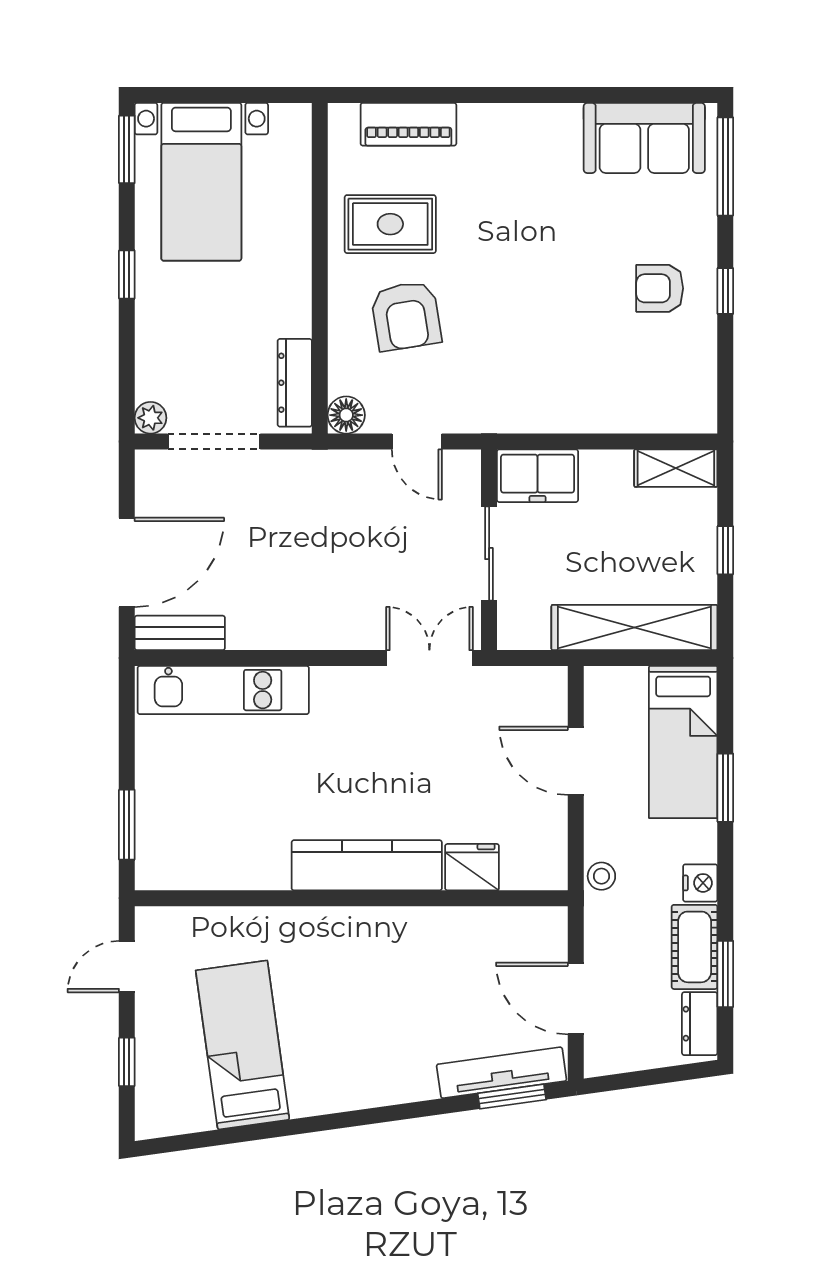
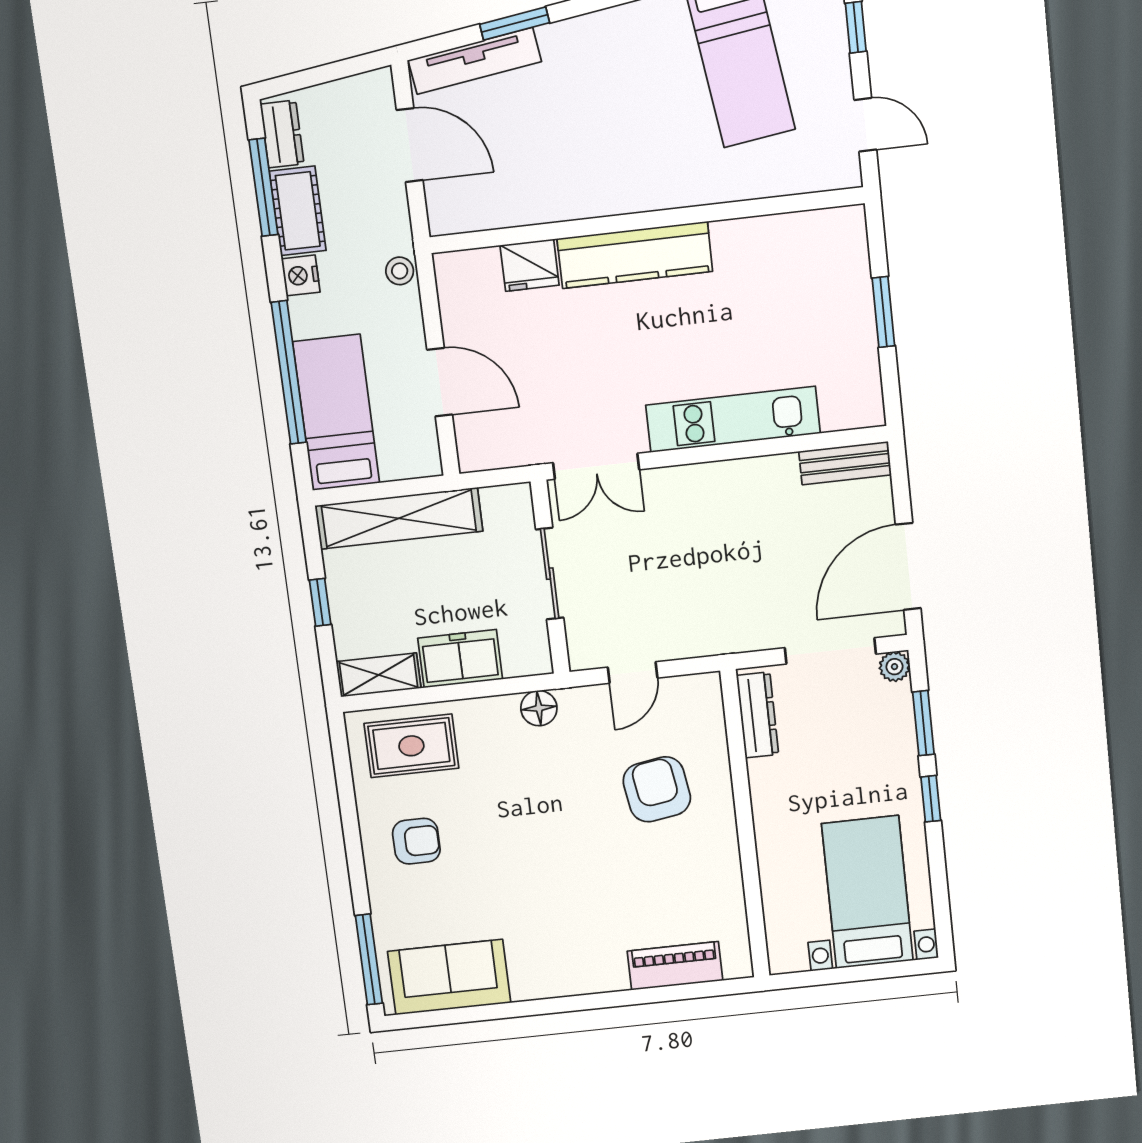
window: (127, 149) -> (923, 723), moved
rug: (390, 224) -> (411, 746), moved
window: (725, 291) -> (353, 845), removed
floor lamp: (346, 415) -> (539, 708), moved
door: (417, 441) -> (633, 673), swing flipped
freezer: (538, 476) -> (460, 659), moved
door: (127, 562) -> (908, 566), moved
kitchen unit: (223, 690) -> (733, 419), moved
window: (725, 788) -> (289, 372), width x2.11
window: (127, 825) -> (883, 312), moved
door: (127, 967) -> (865, 125), hinge flipped
window: (725, 974) -> (263, 187), width x1.44
window: (512, 1096) -> (515, 23), moved

